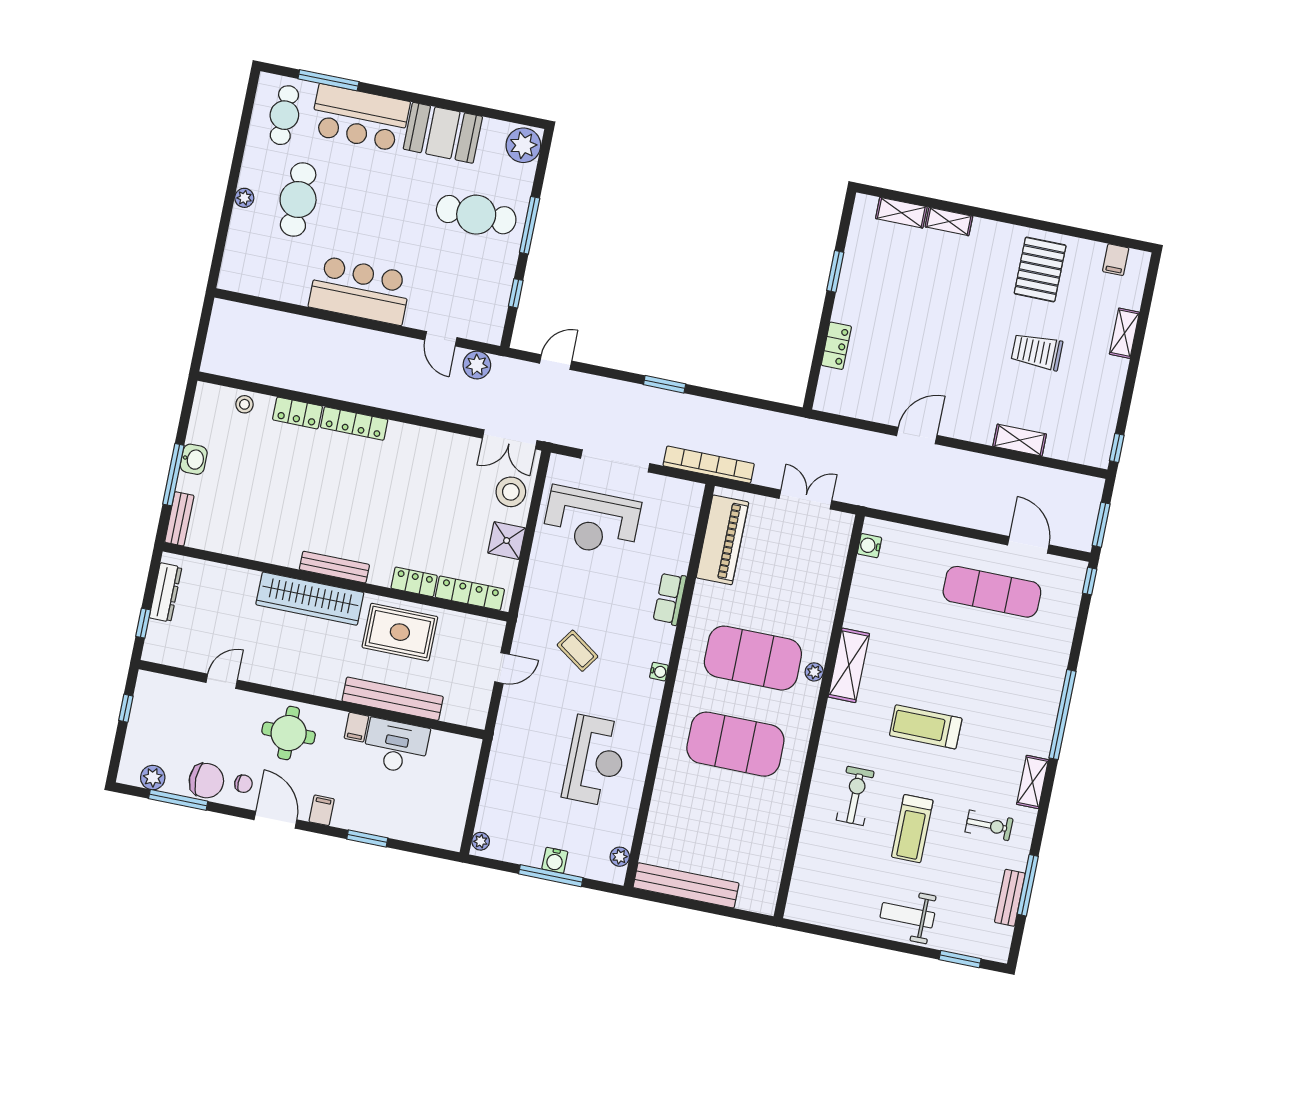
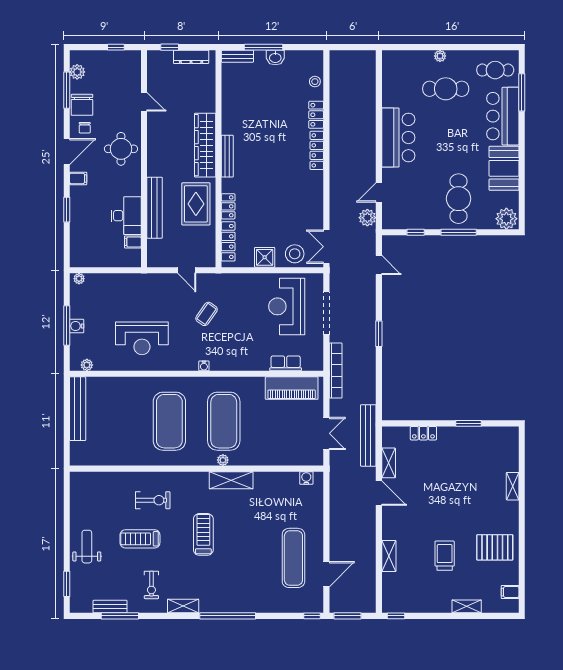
shelving: (901, 213) -> (389, 463), moved
bench: (822, 434) -> (368, 435), added
row of seats: (670, 599) -> (286, 363), moved
filing cabinet: (356, 727) -> (133, 242), moved

